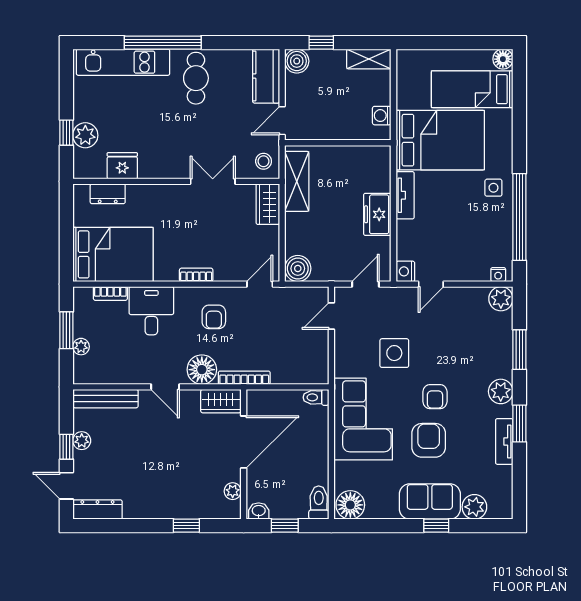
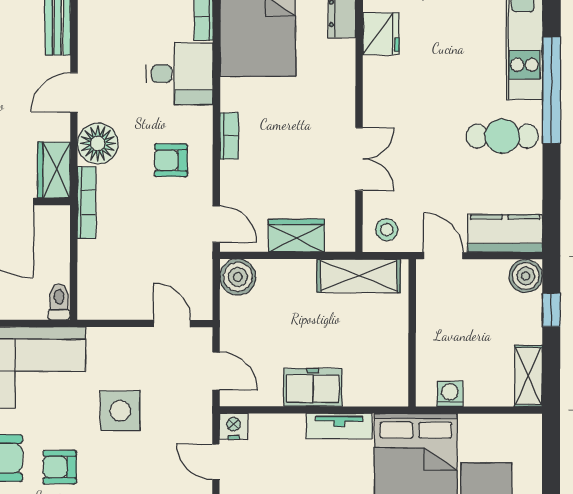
wardrobe: (268, 204) -> (296, 236), moved

